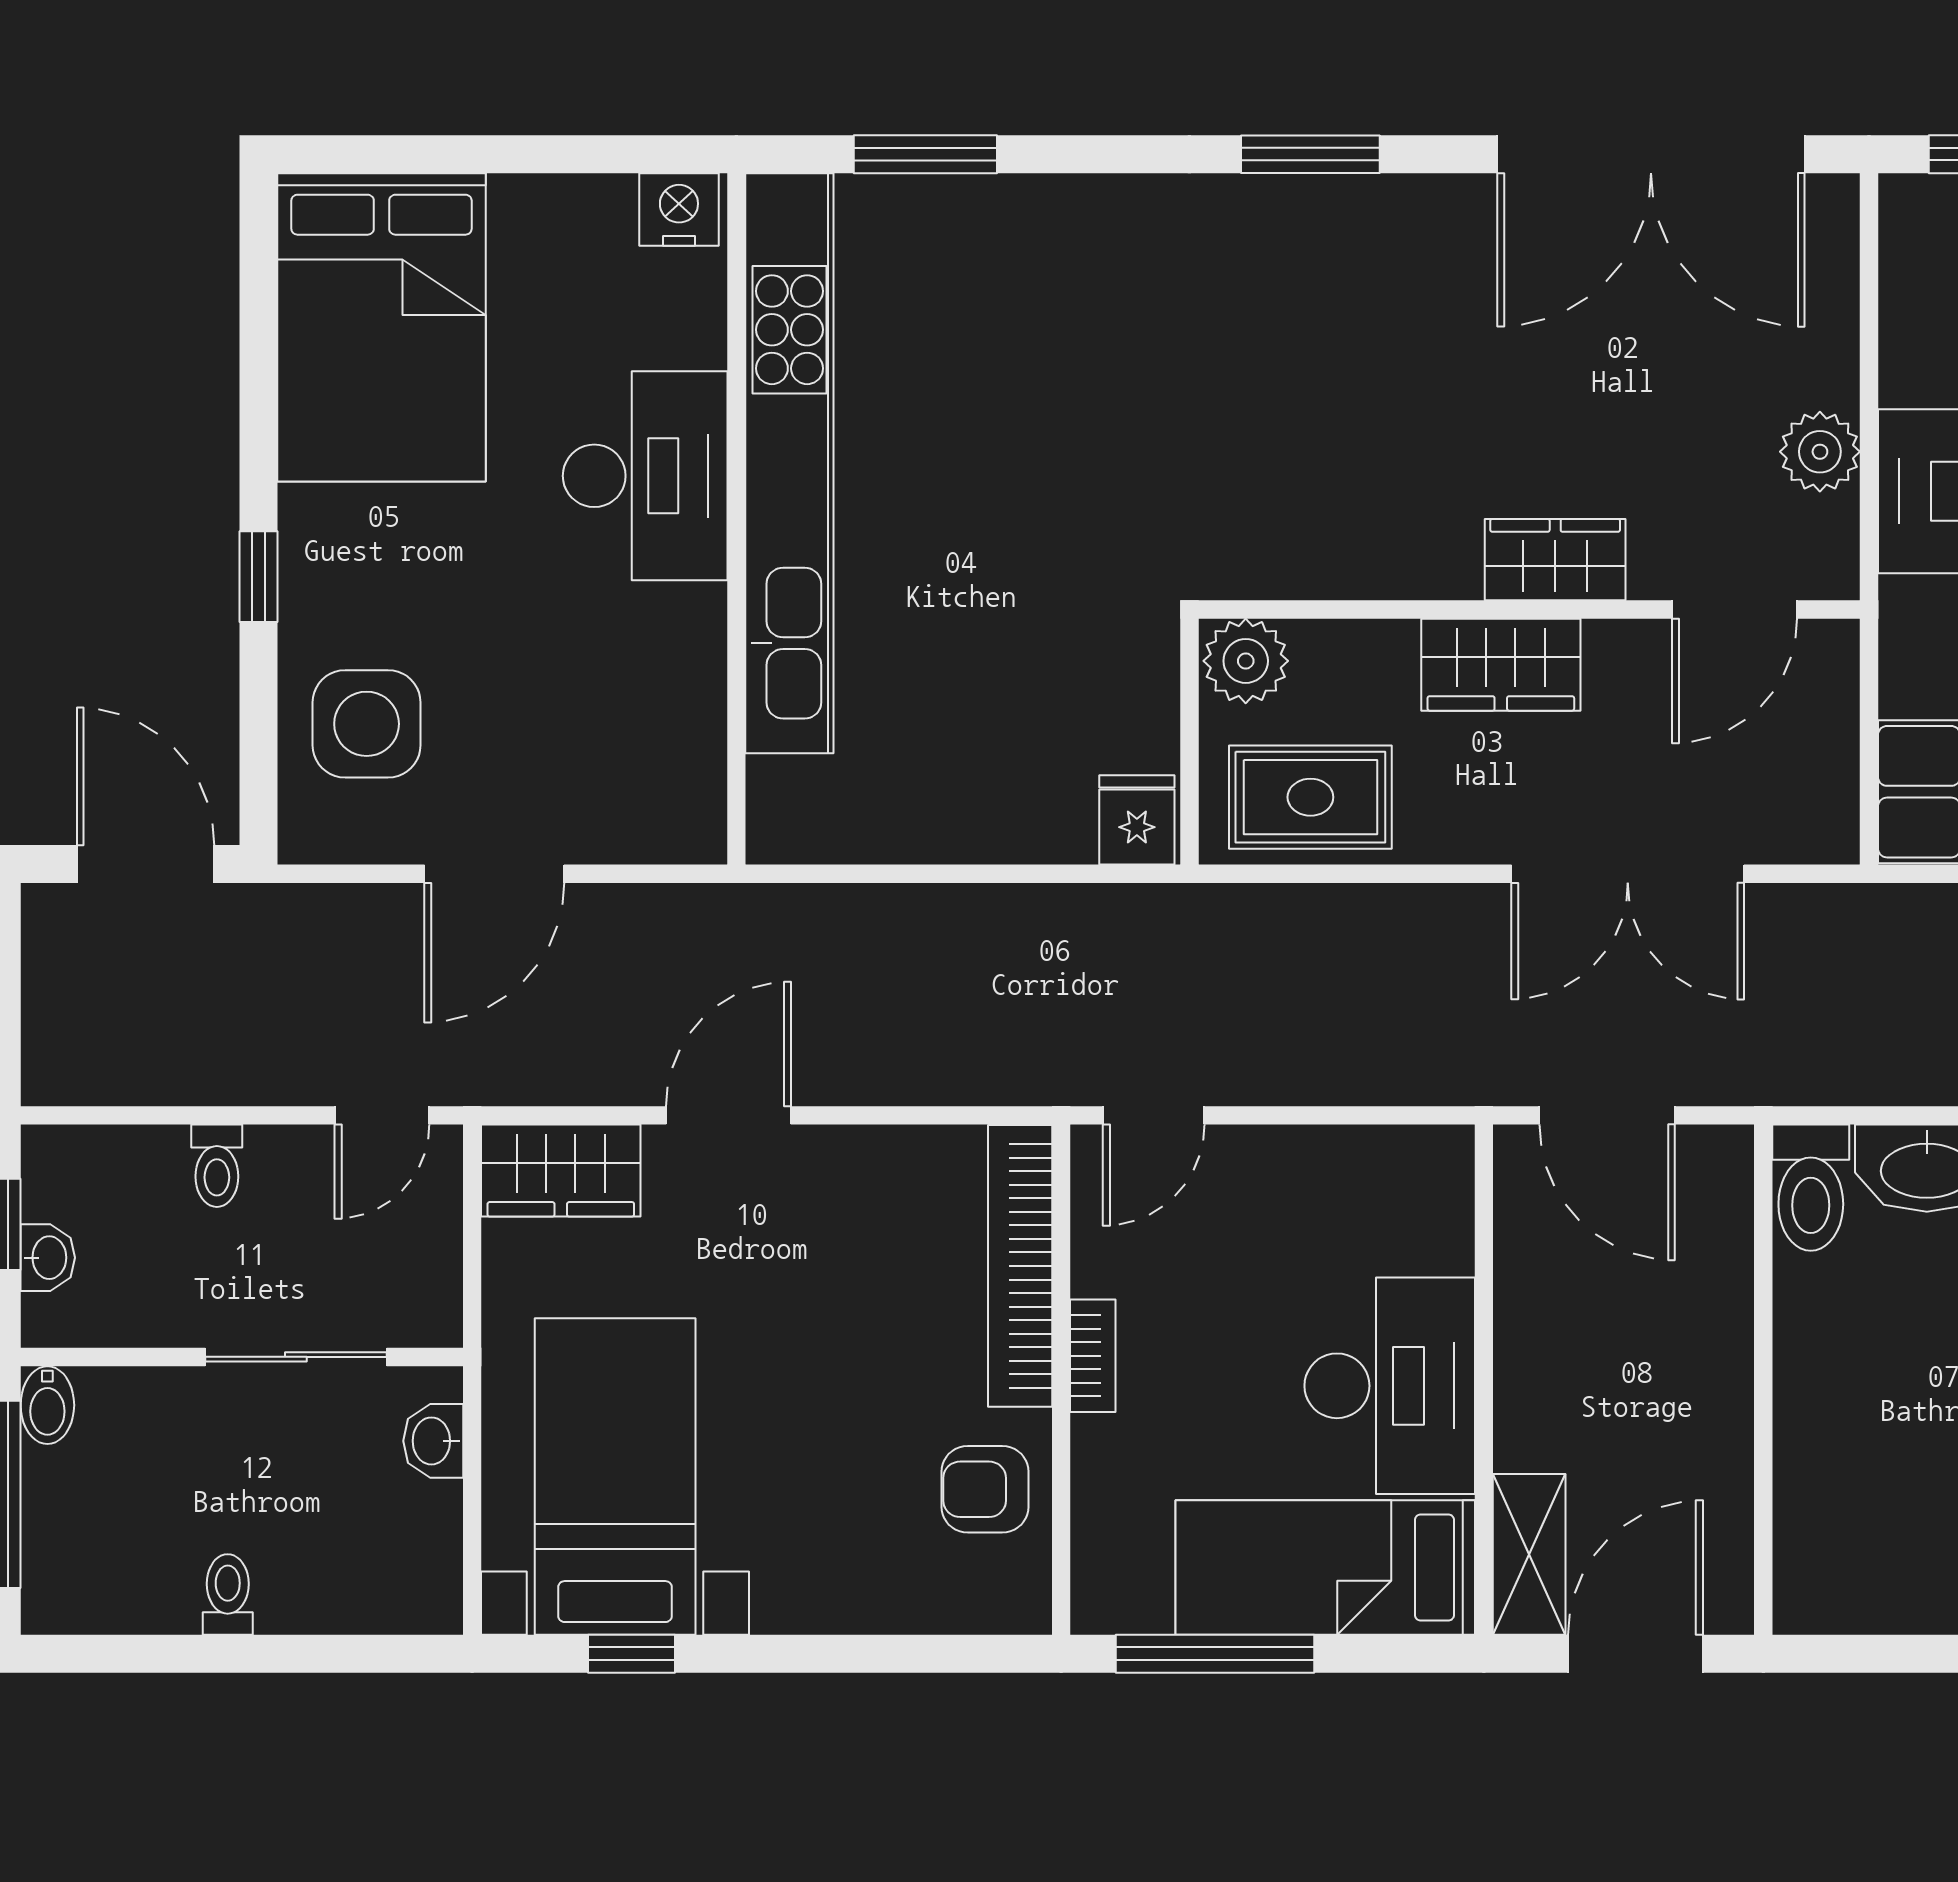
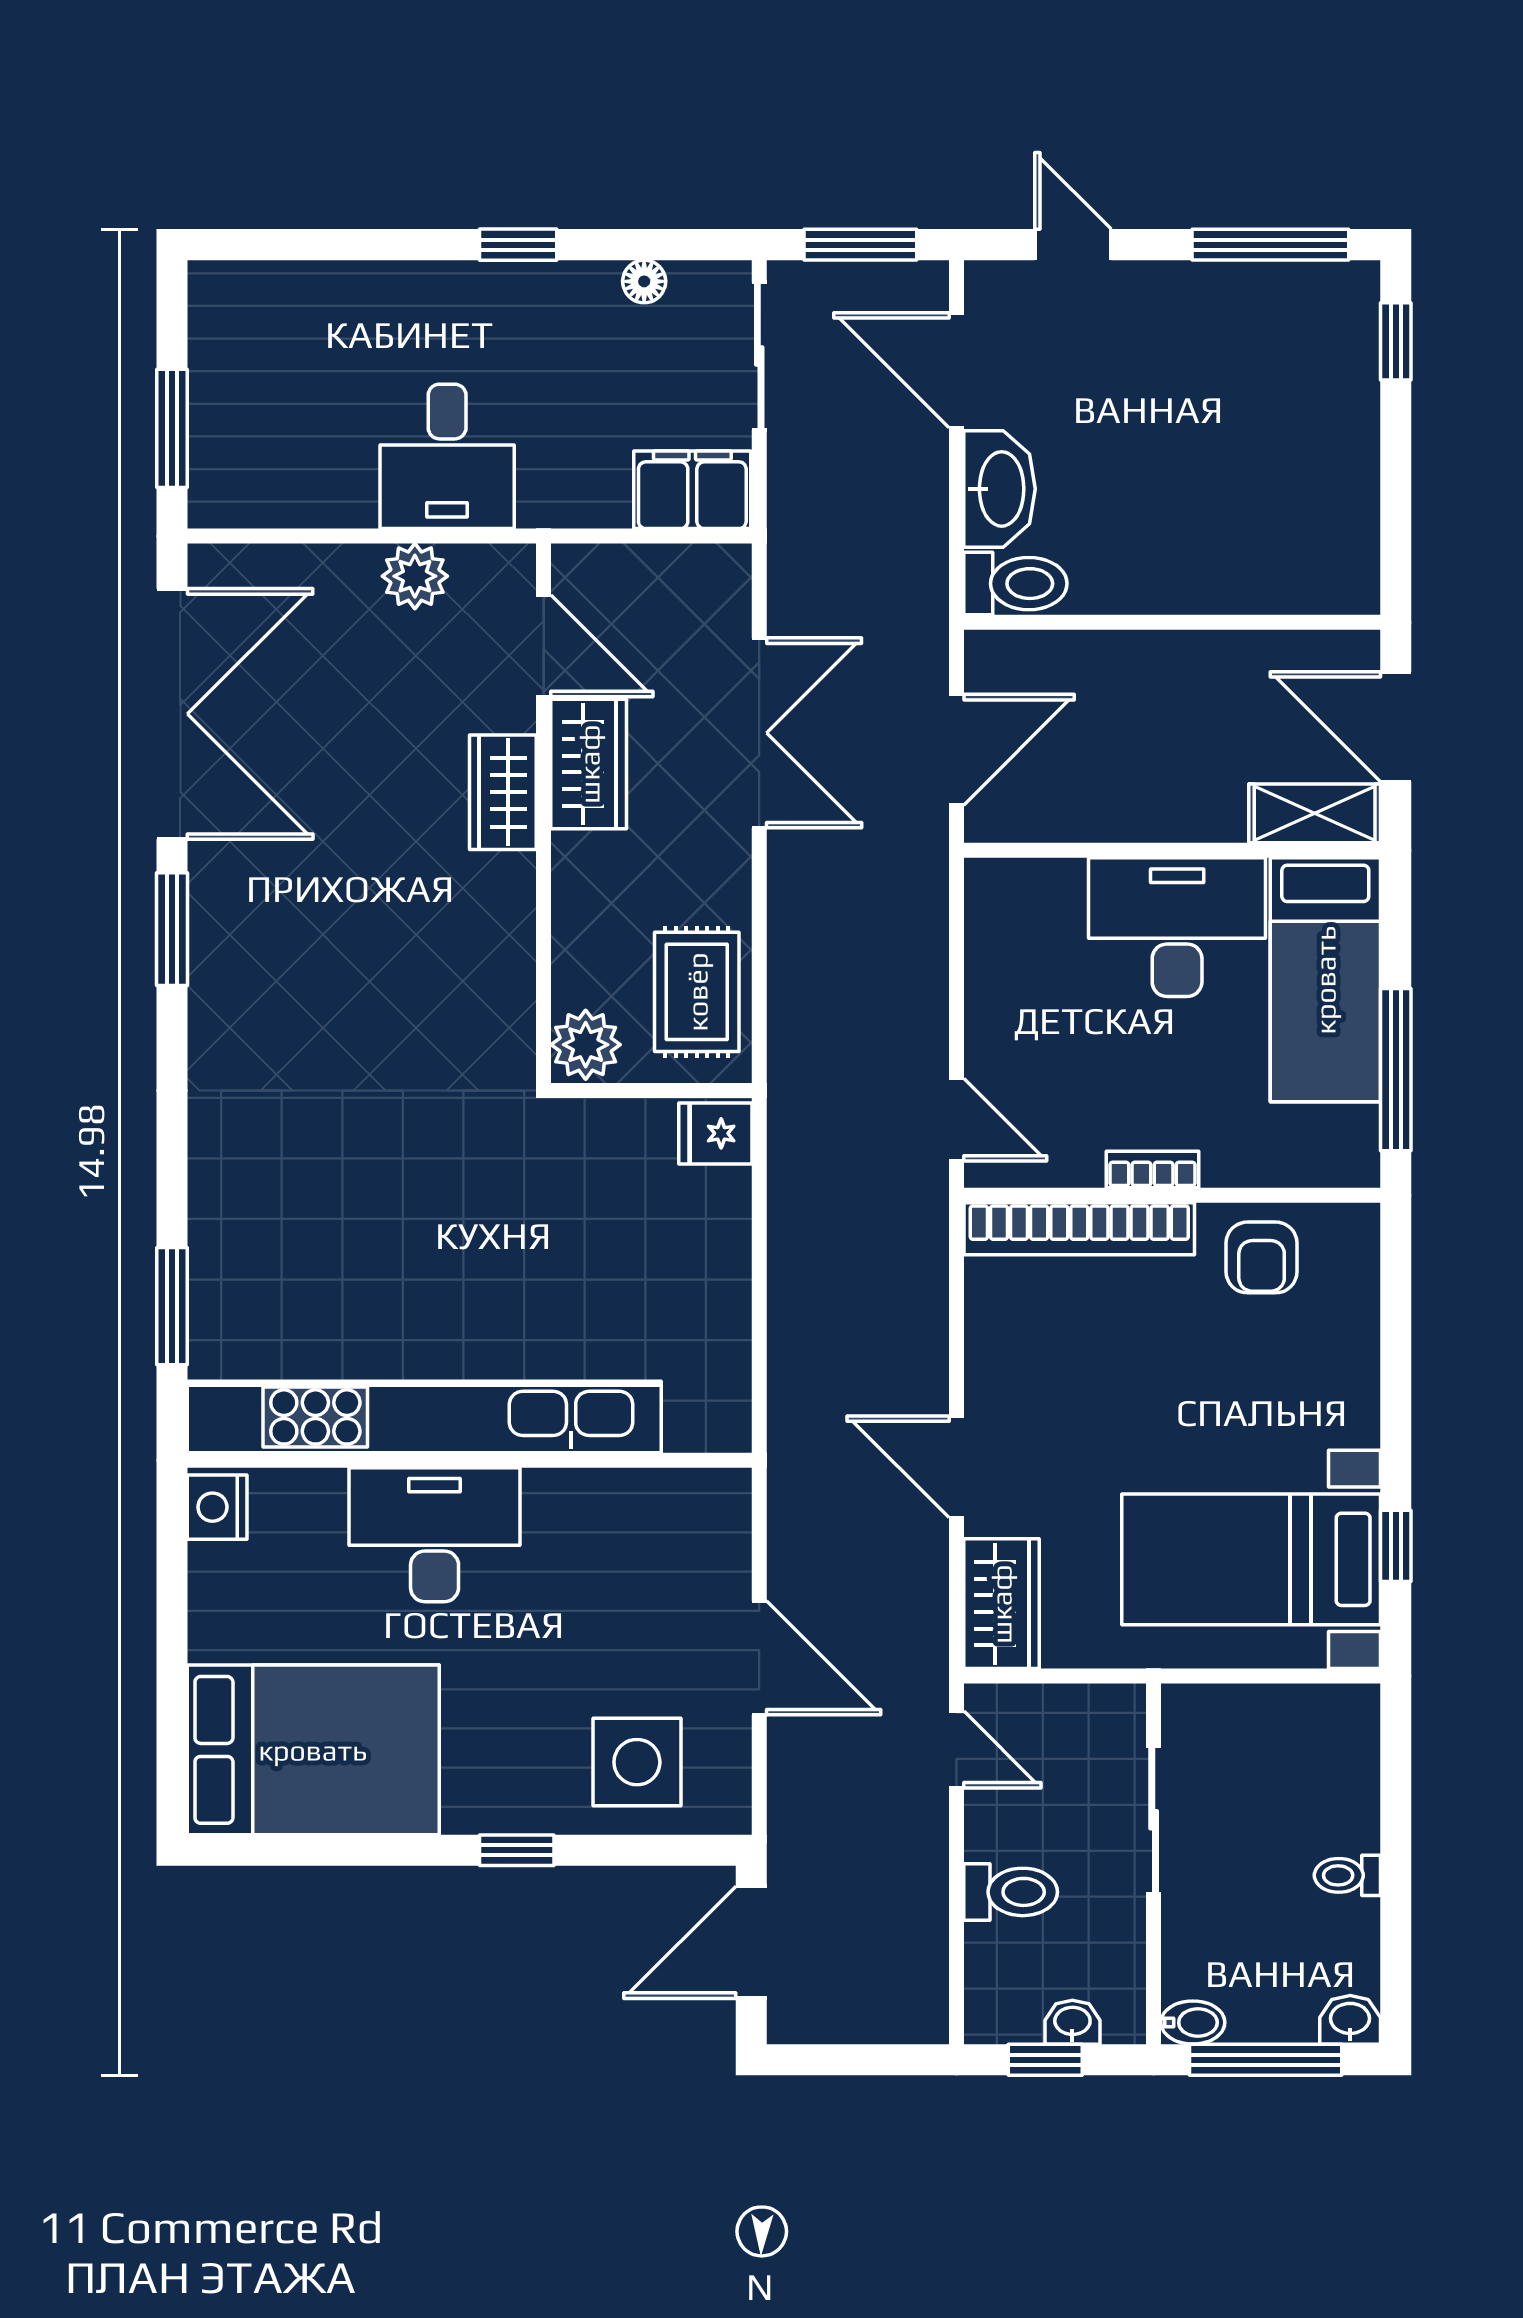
window: (1310, 154) -> (172, 929), moved
wardrobe: (1501, 665) -> (589, 764), moved
toilet: (217, 1166) -> (1011, 1892), width x1.37, depth x1.39
washbasin: (433, 1441) -> (1350, 2020), moved, turned 180

